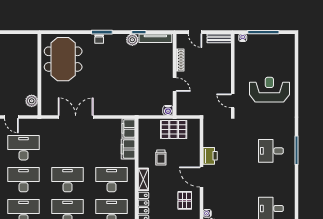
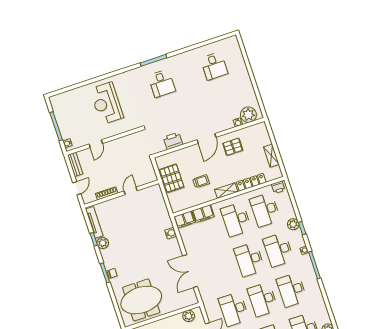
door: (233, 101) -> (96, 144), moved
water cooler: (168, 110) -> (171, 233), moved
printer: (210, 156) -> (173, 141), moved

